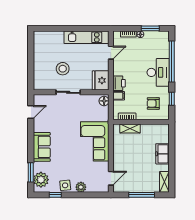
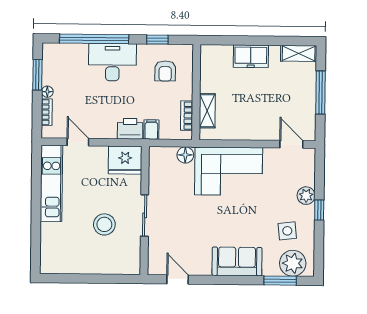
floor lamp: (104, 101) -> (185, 155), moved
side table: (65, 185) -> (287, 231), moved
window: (55, 195) -> (319, 210), moved

